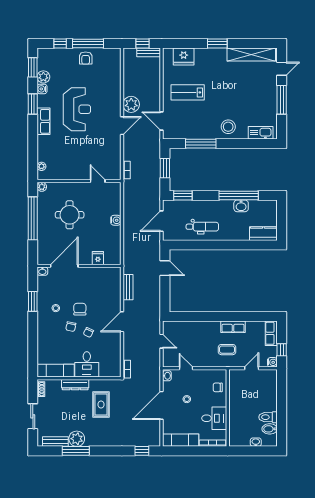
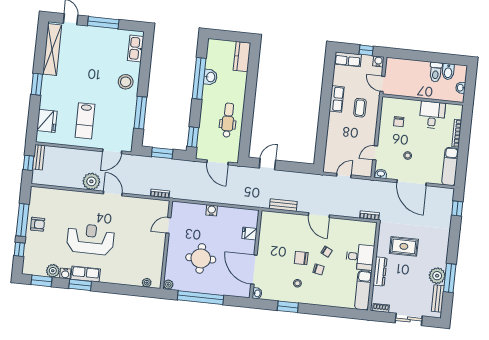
row of seats: (44, 121) -> (86, 274), moved
wall: (228, 408) -> (423, 100), moved
desk: (214, 418) -> (432, 115), moved

